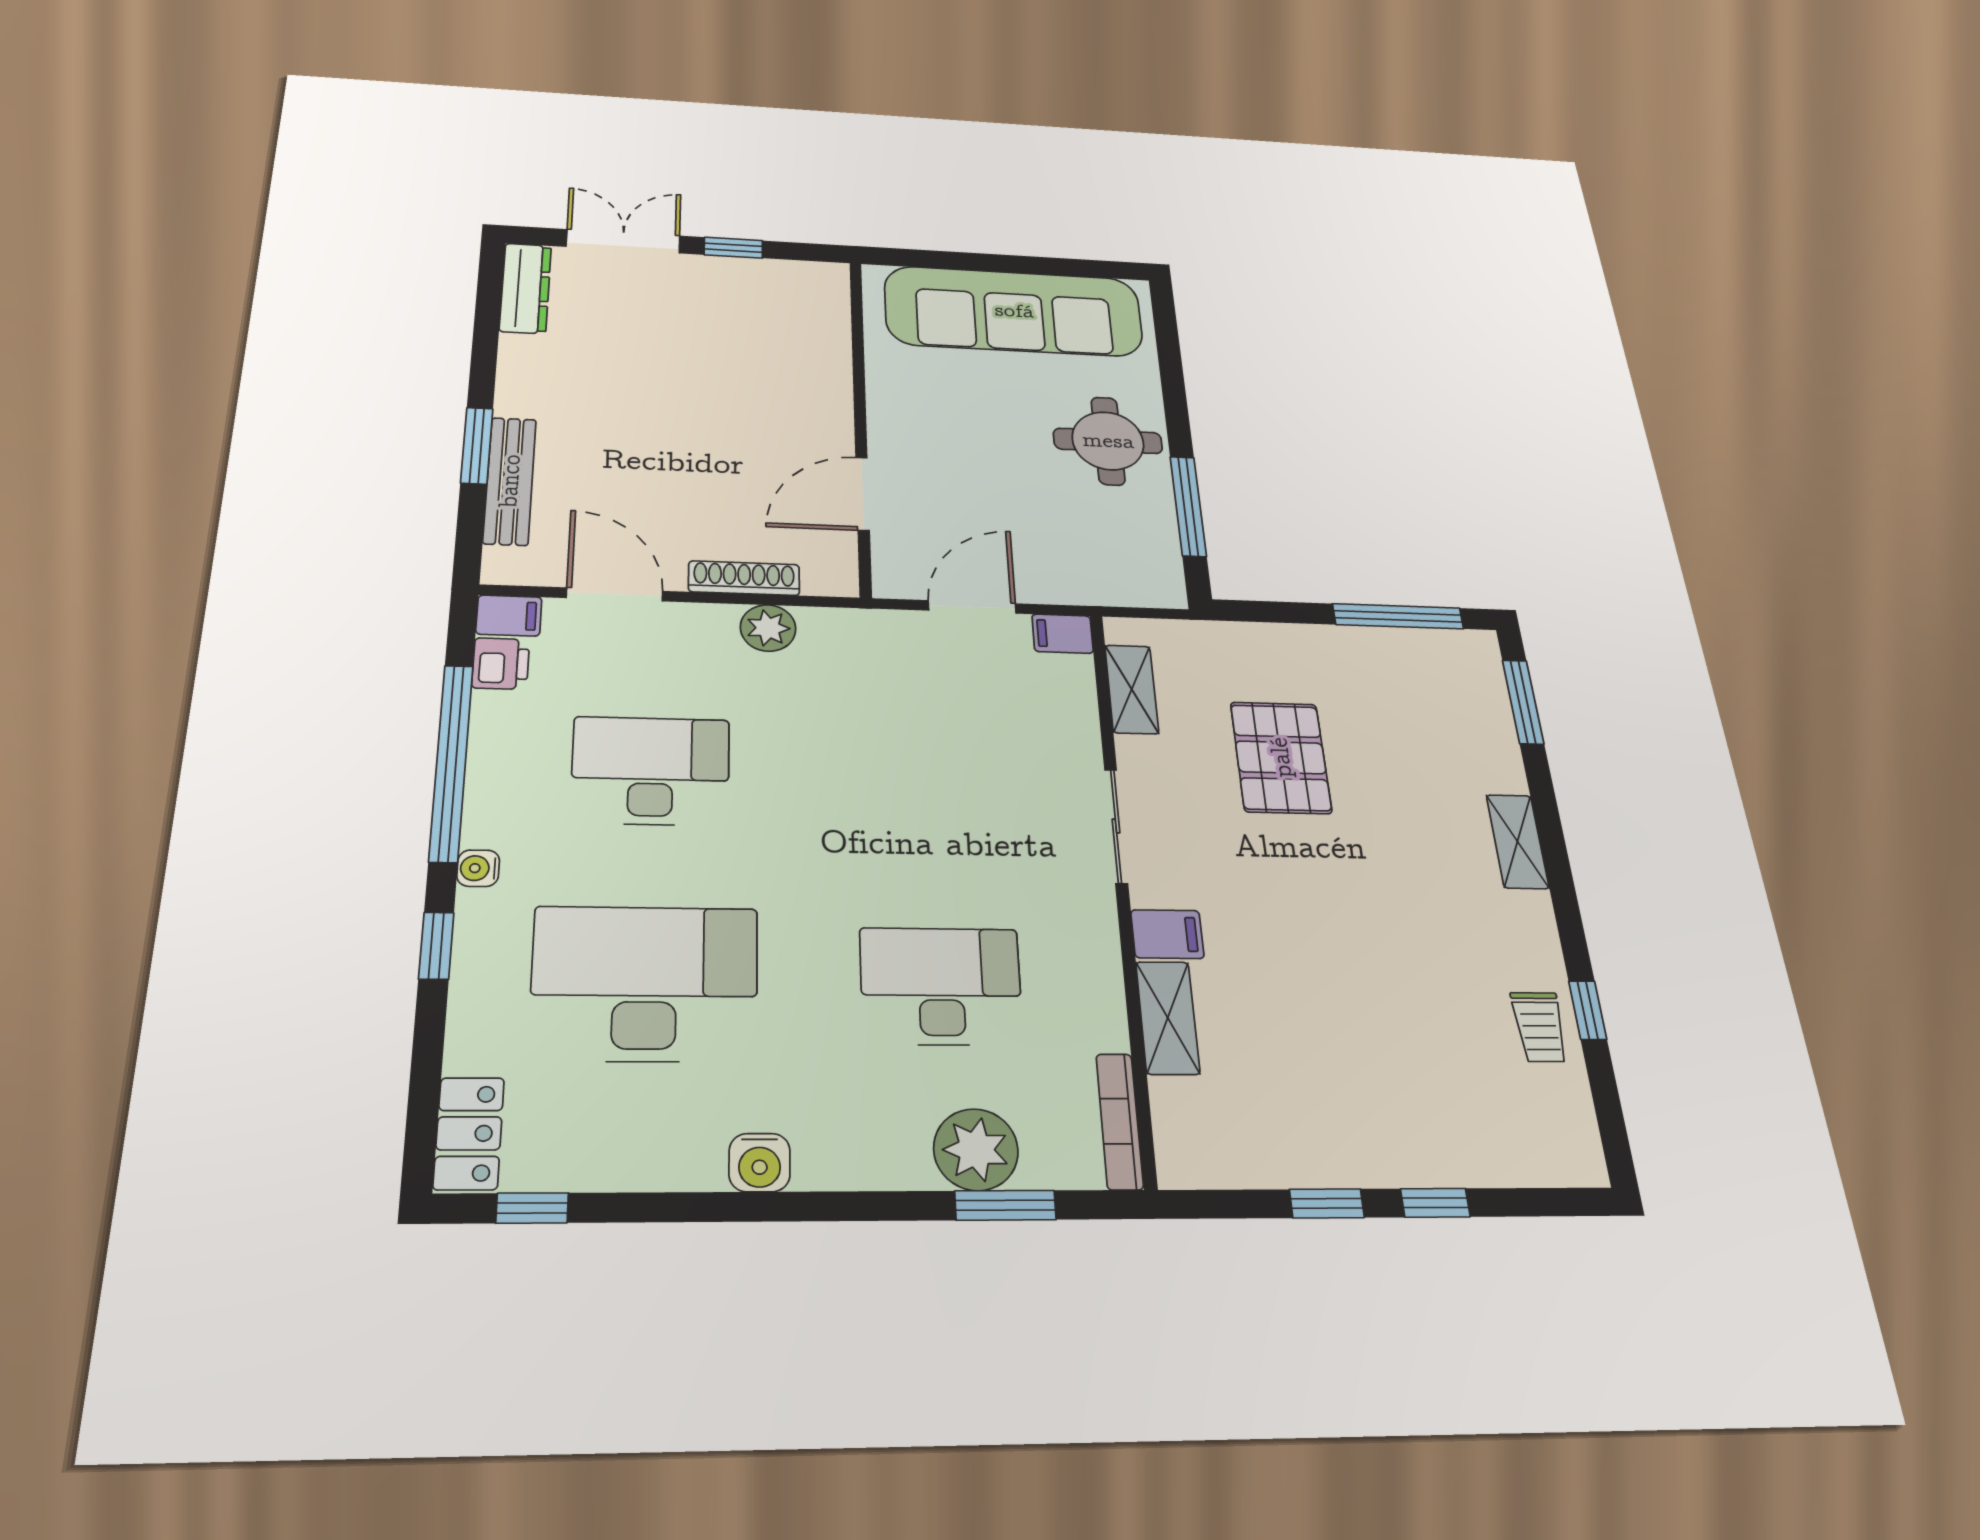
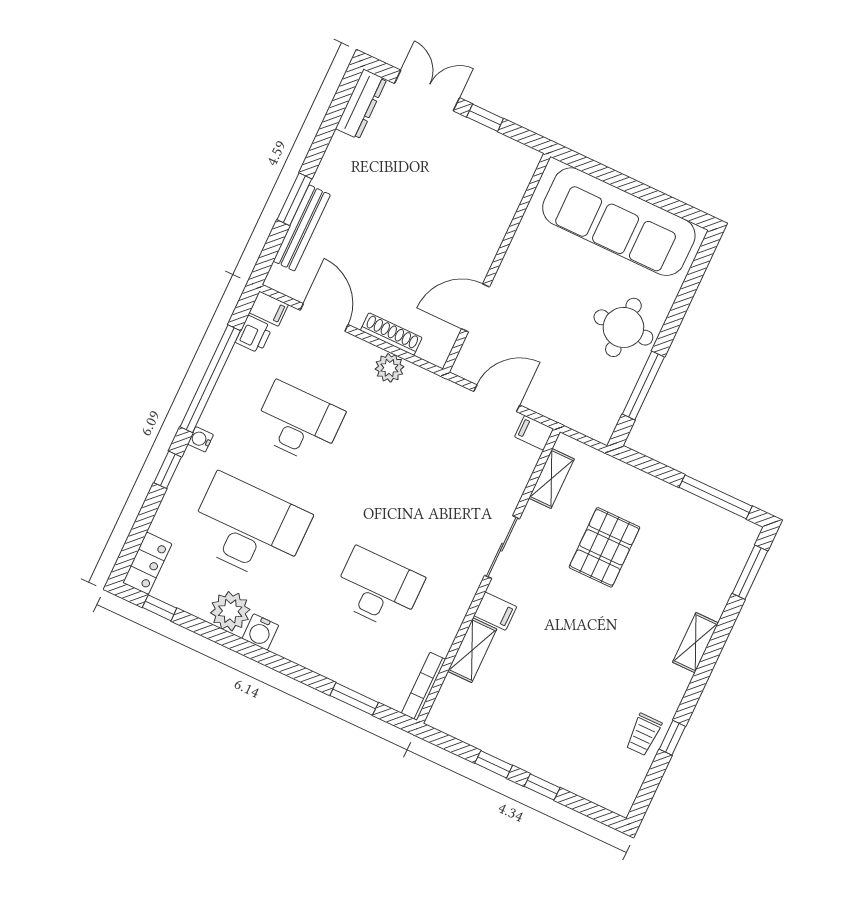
plant: (976, 1150) -> (230, 611), moved

